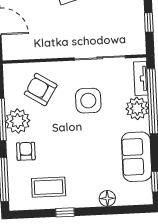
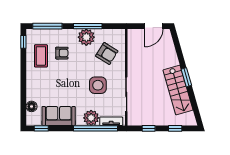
armchair: (41, 90) -> (107, 54), turned 90
armchair: (26, 151) -> (62, 53), moved
floor lamp: (107, 198) -> (32, 106), moved
window: (65, 212) -> (23, 42), moved

